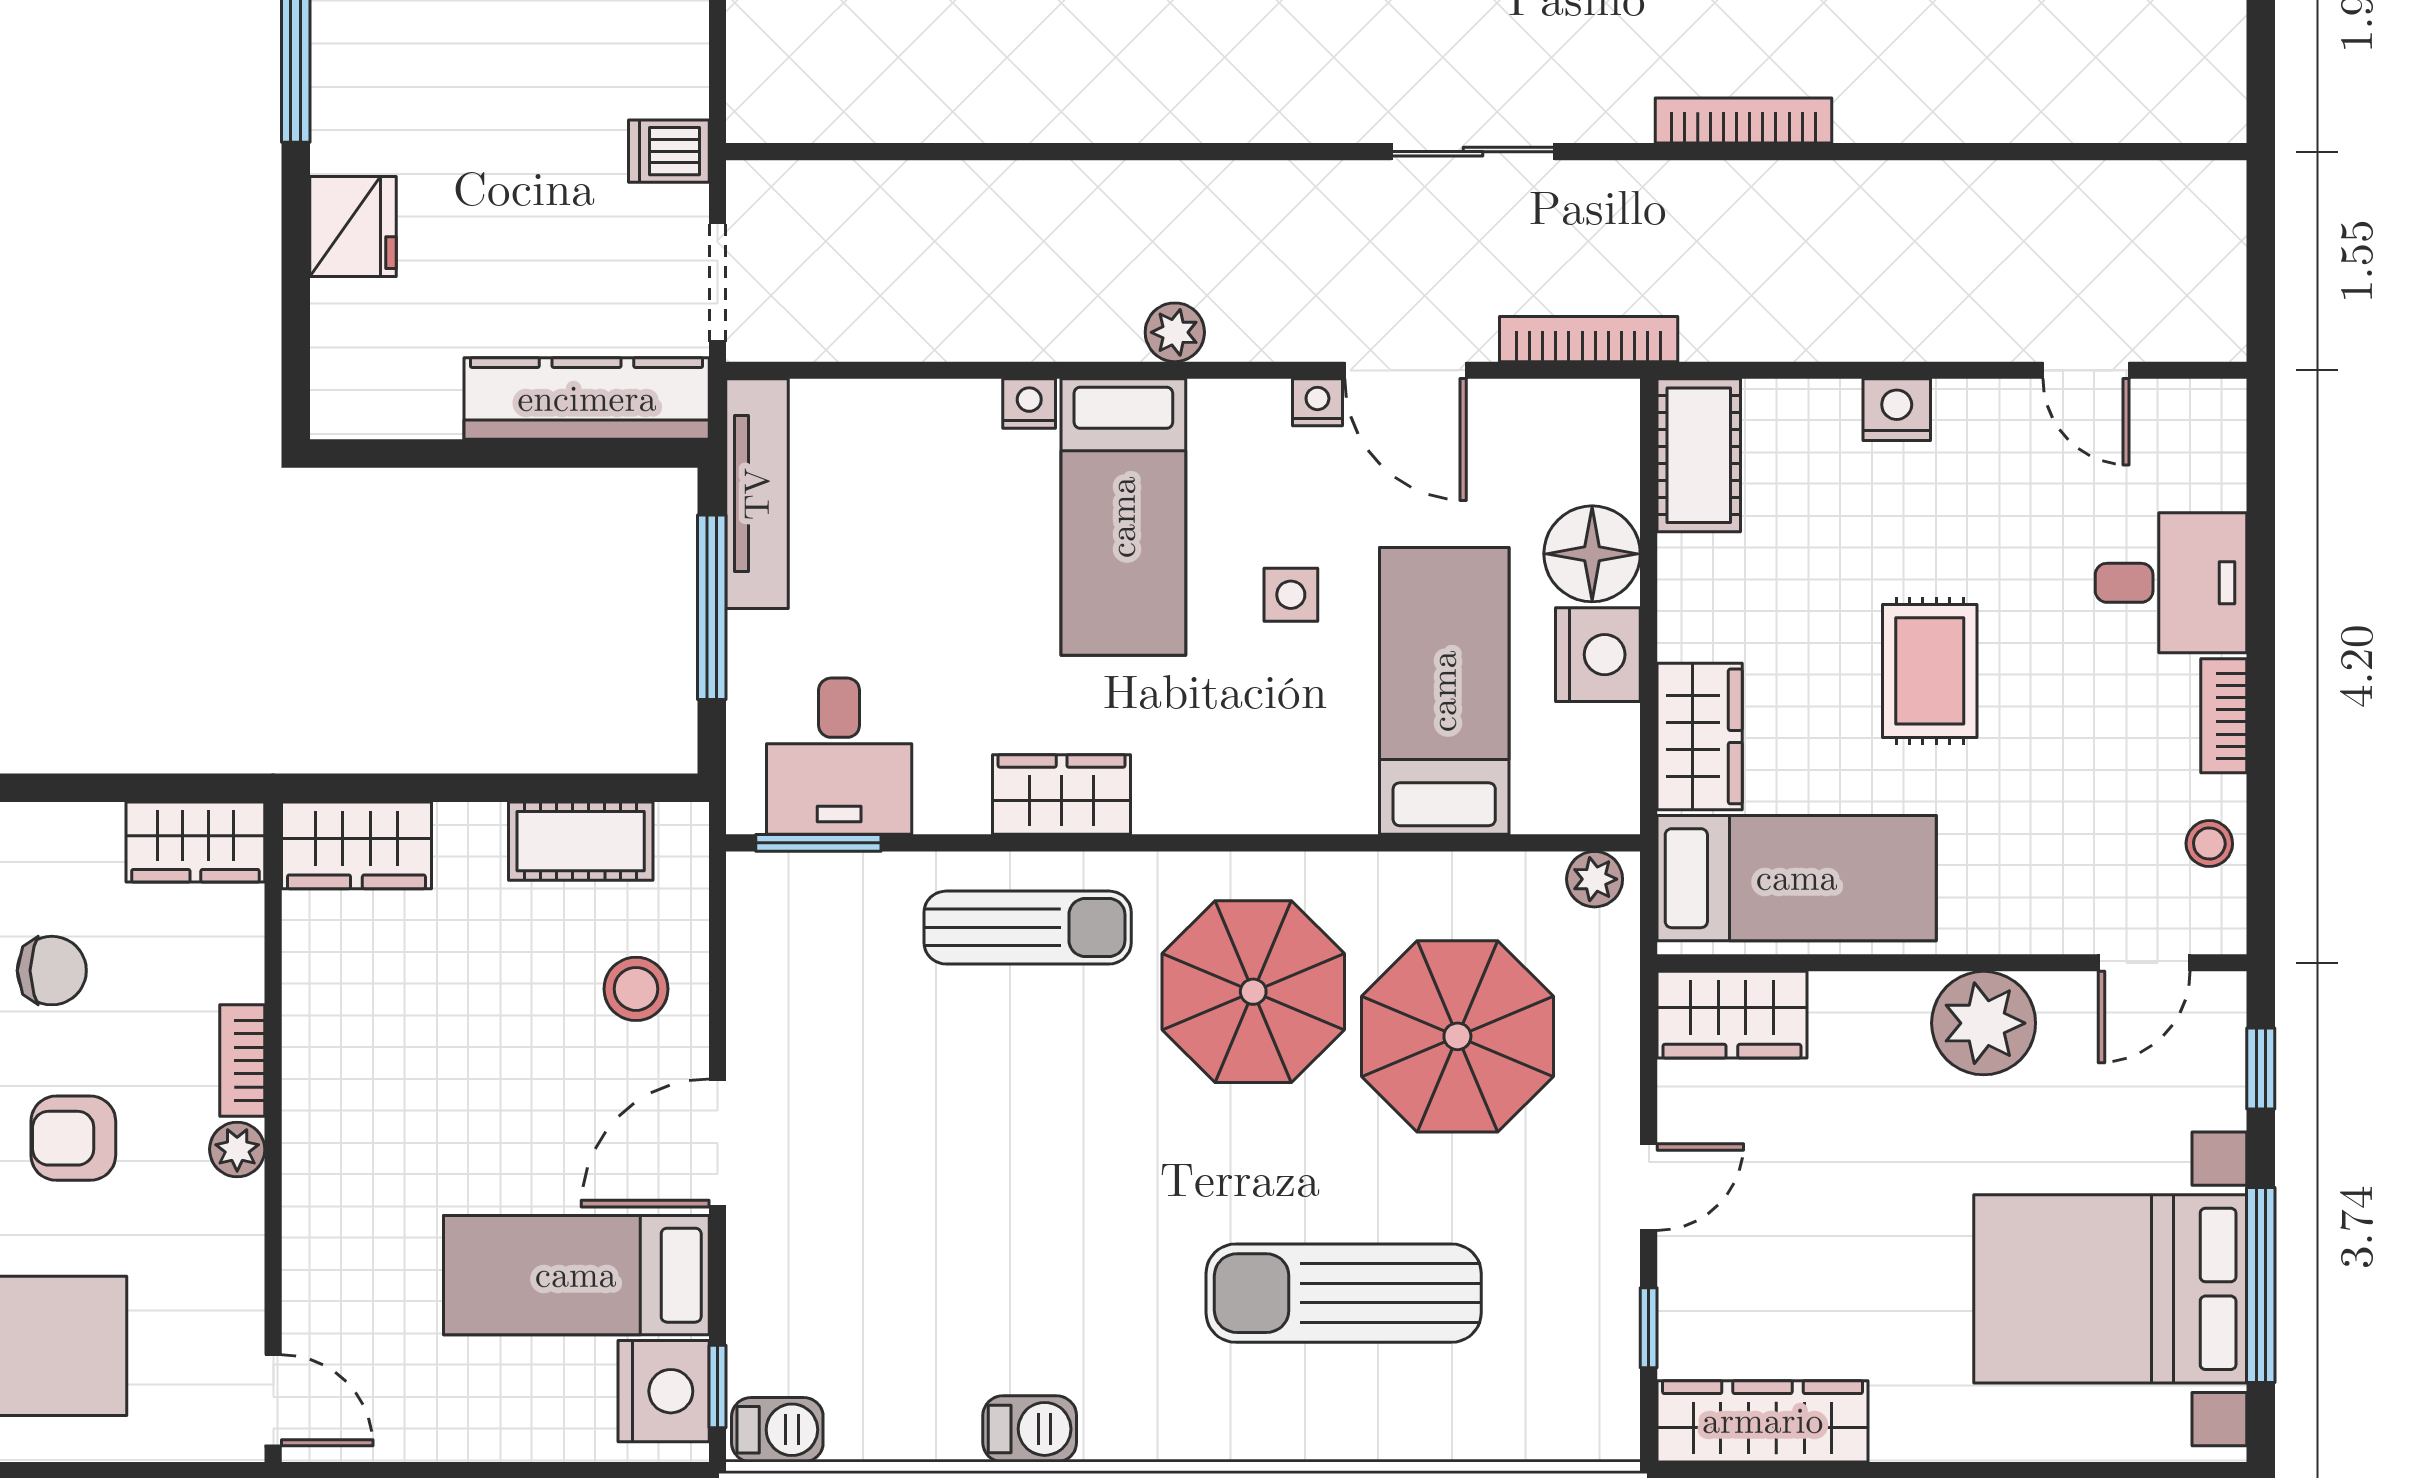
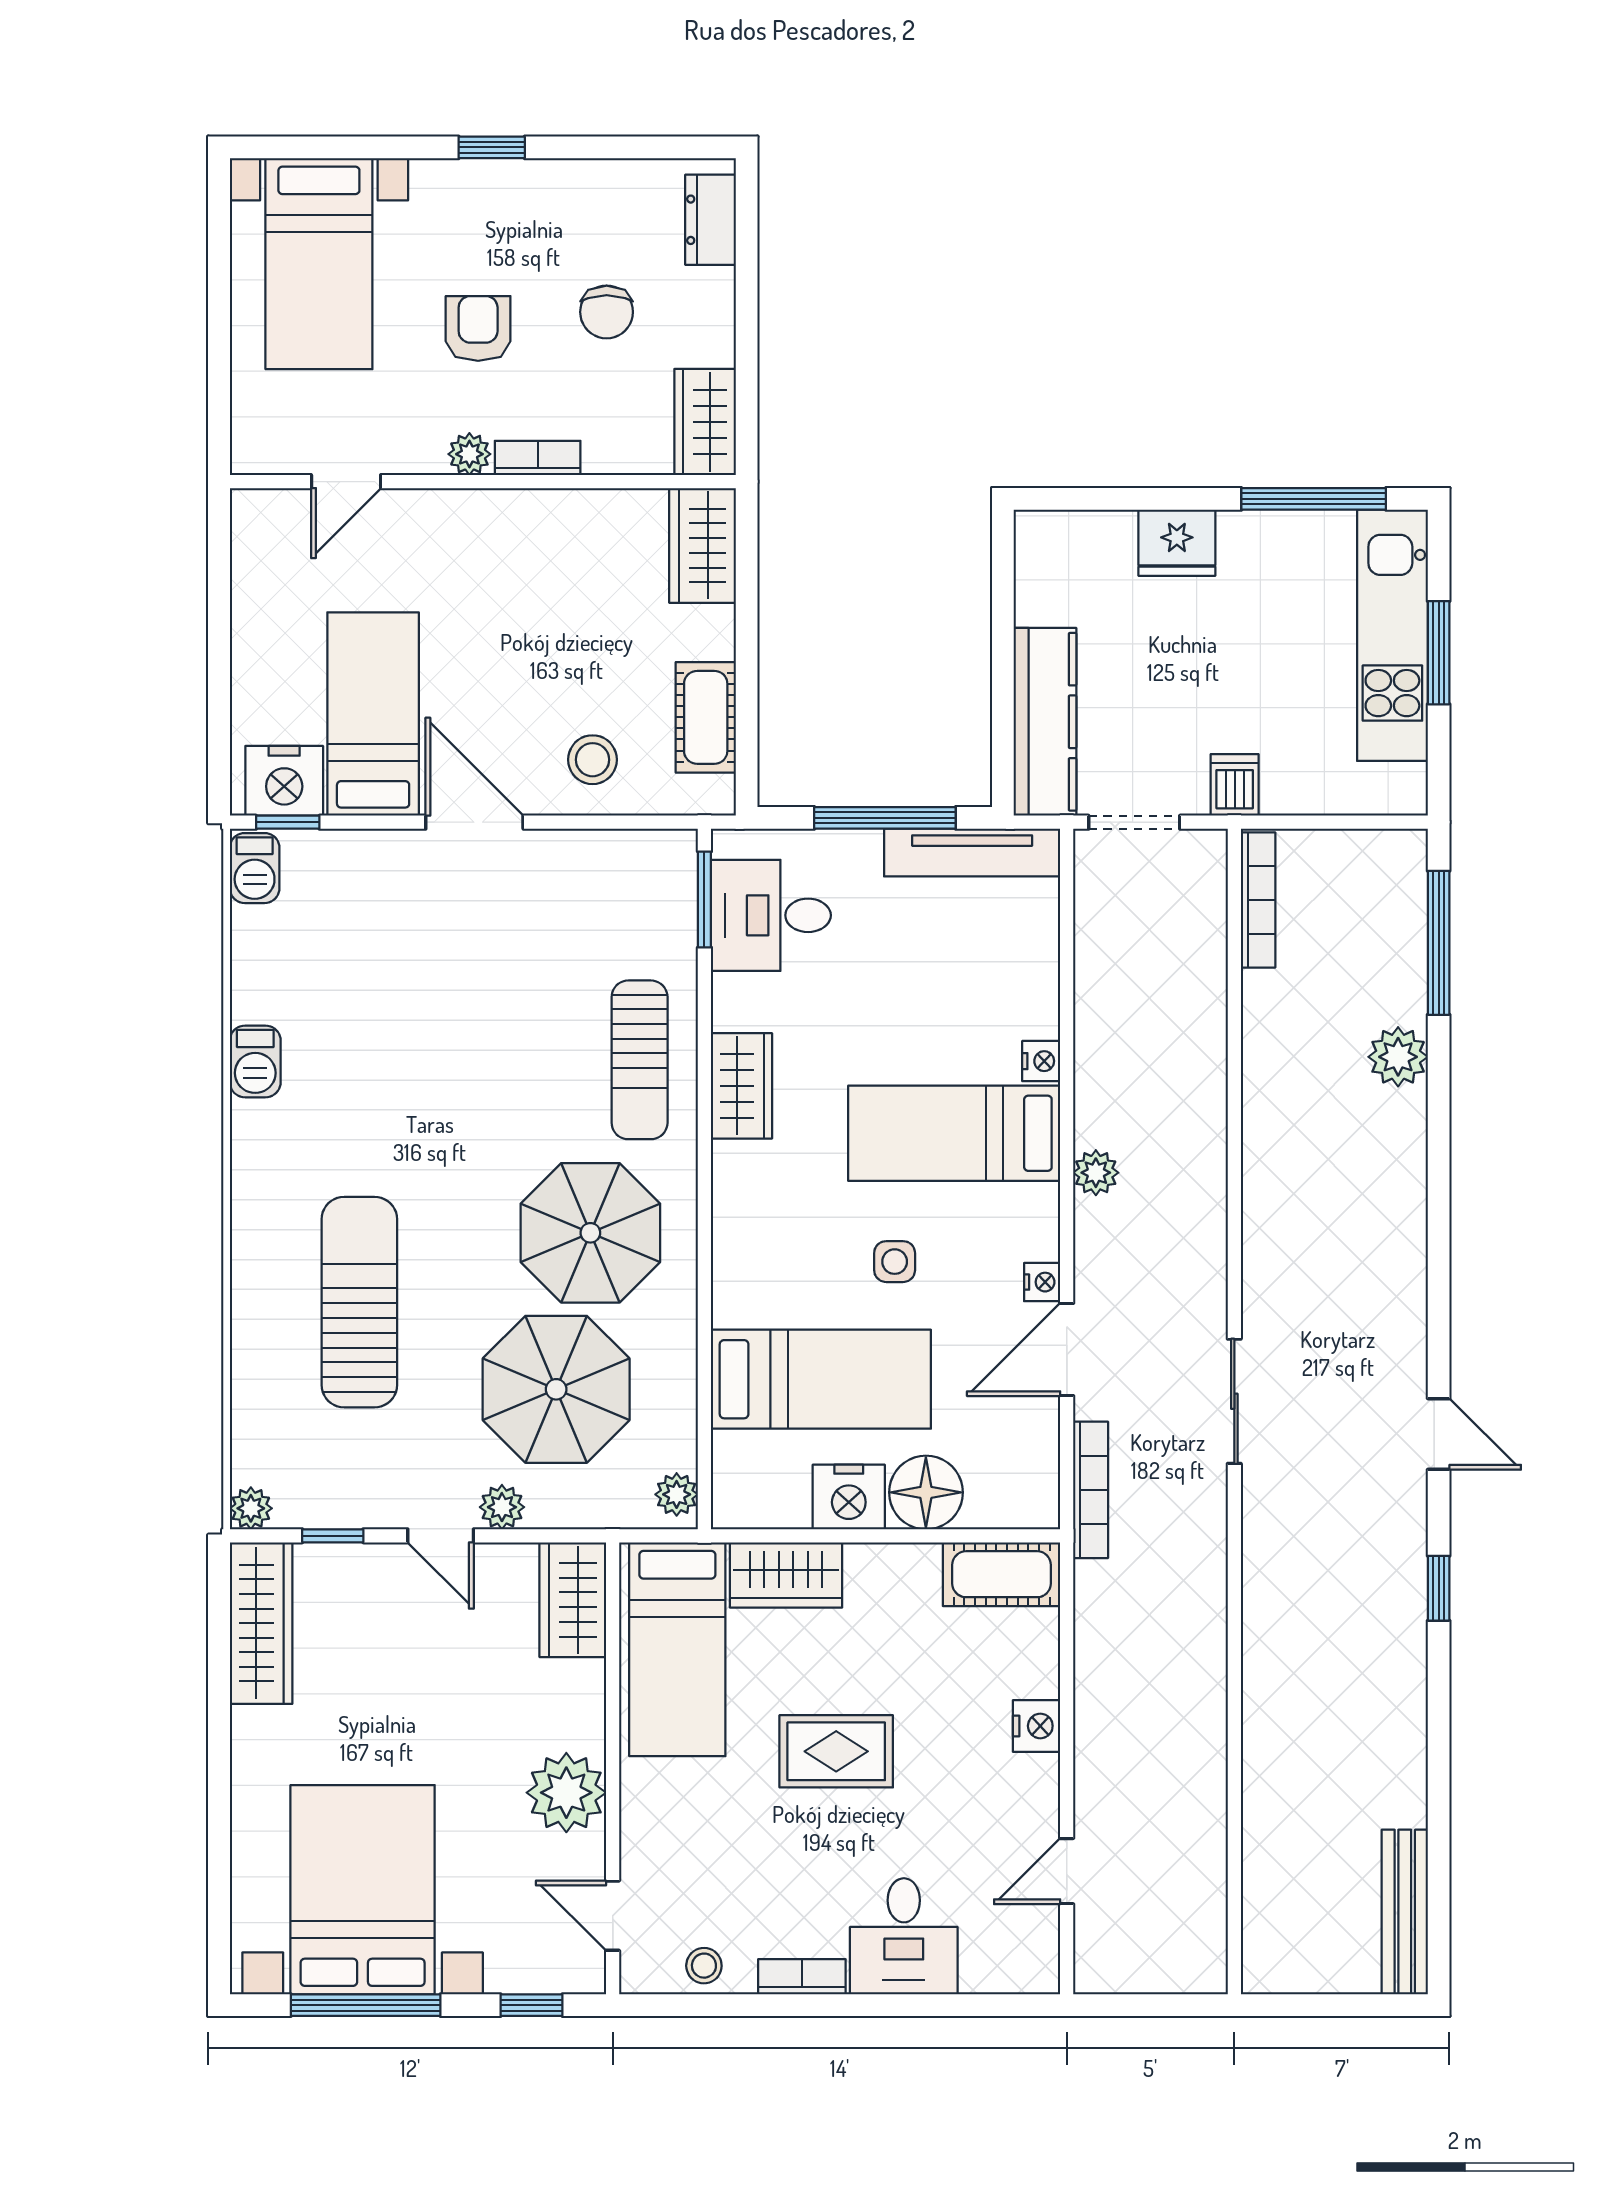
bookcase: (1743, 121) -> (1258, 900), moved
plant: (1611, 1107) -> (502, 1507), added
door: (273, 1400) -> (346, 482), moved
plant: (1613, 1435) -> (251, 1508), added

